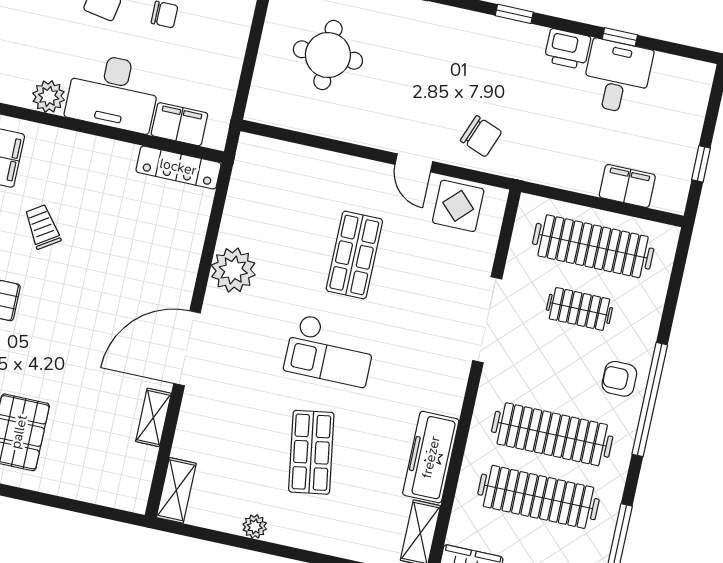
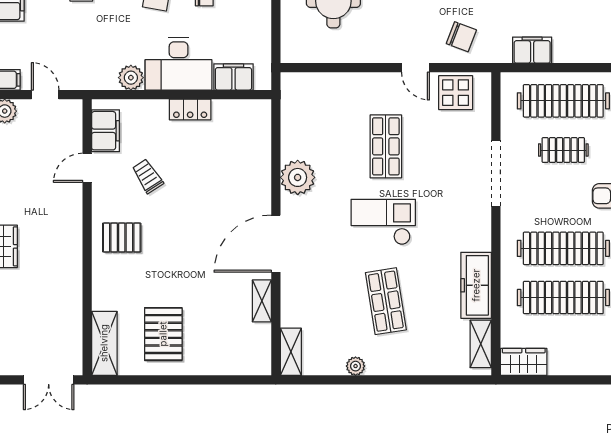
locker: (178, 167) -> (190, 110), moved, width x0.66
filing cabinet: (627, 186) -> (532, 50), moved
checkout: (330, 351) -> (383, 222), turned 180

